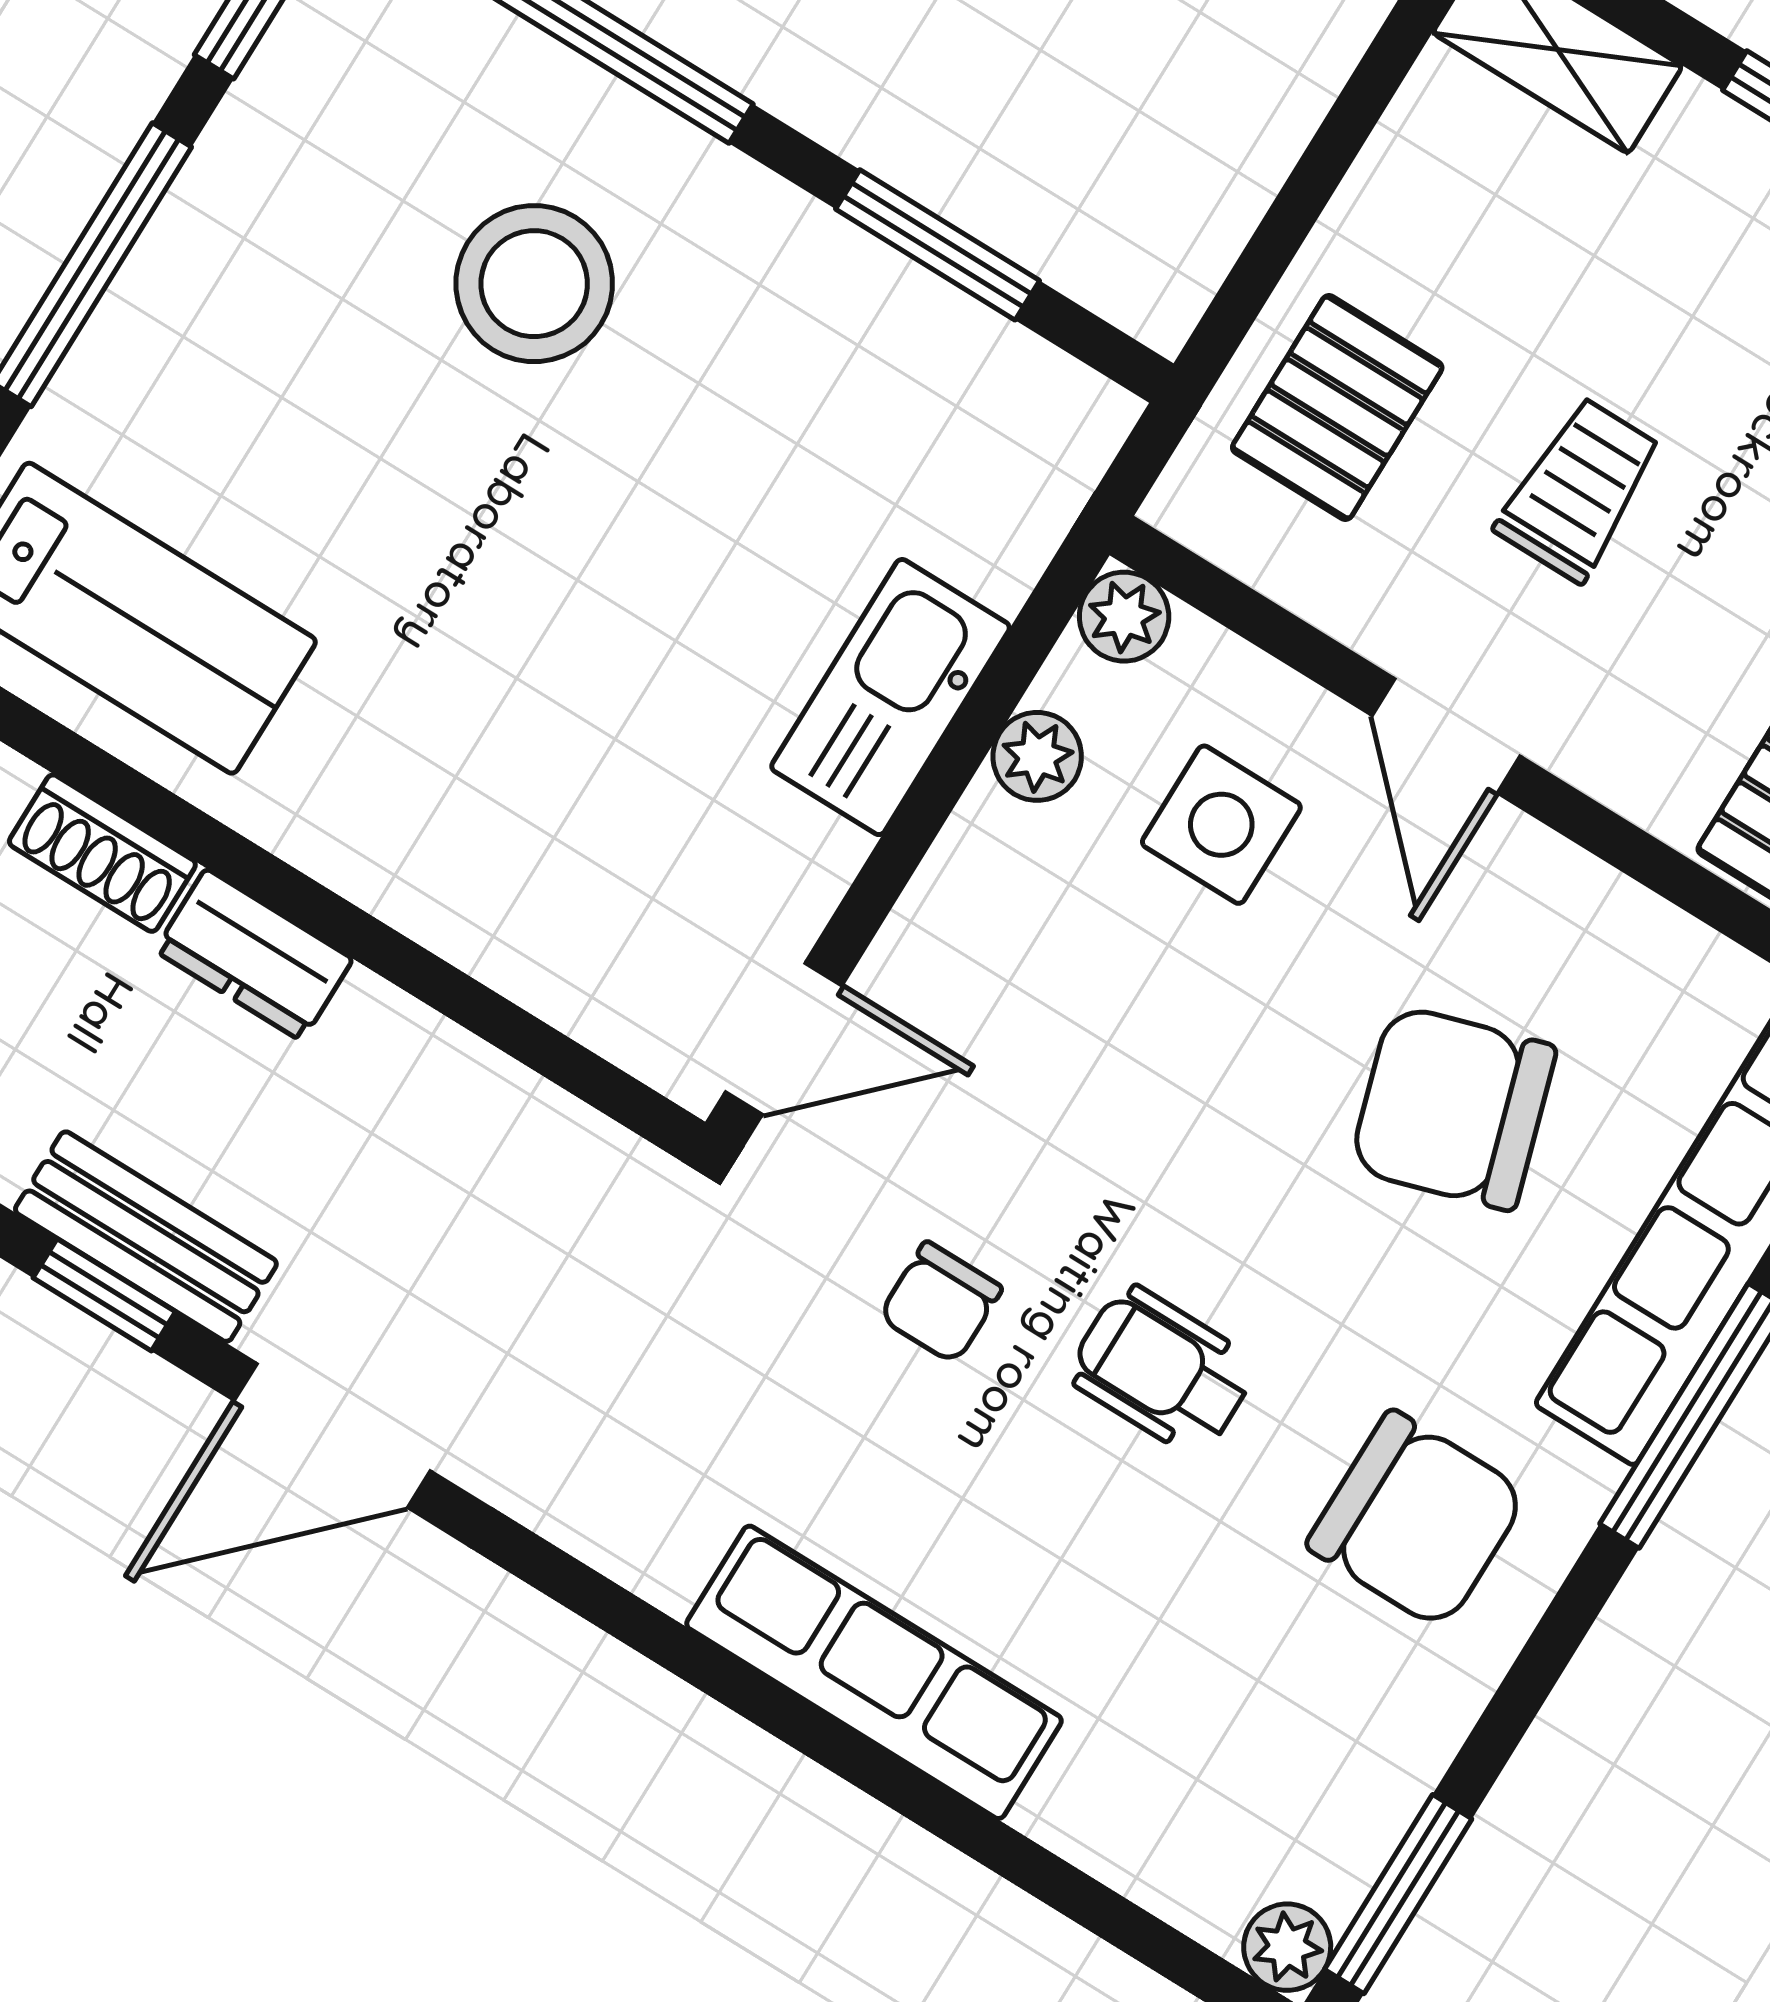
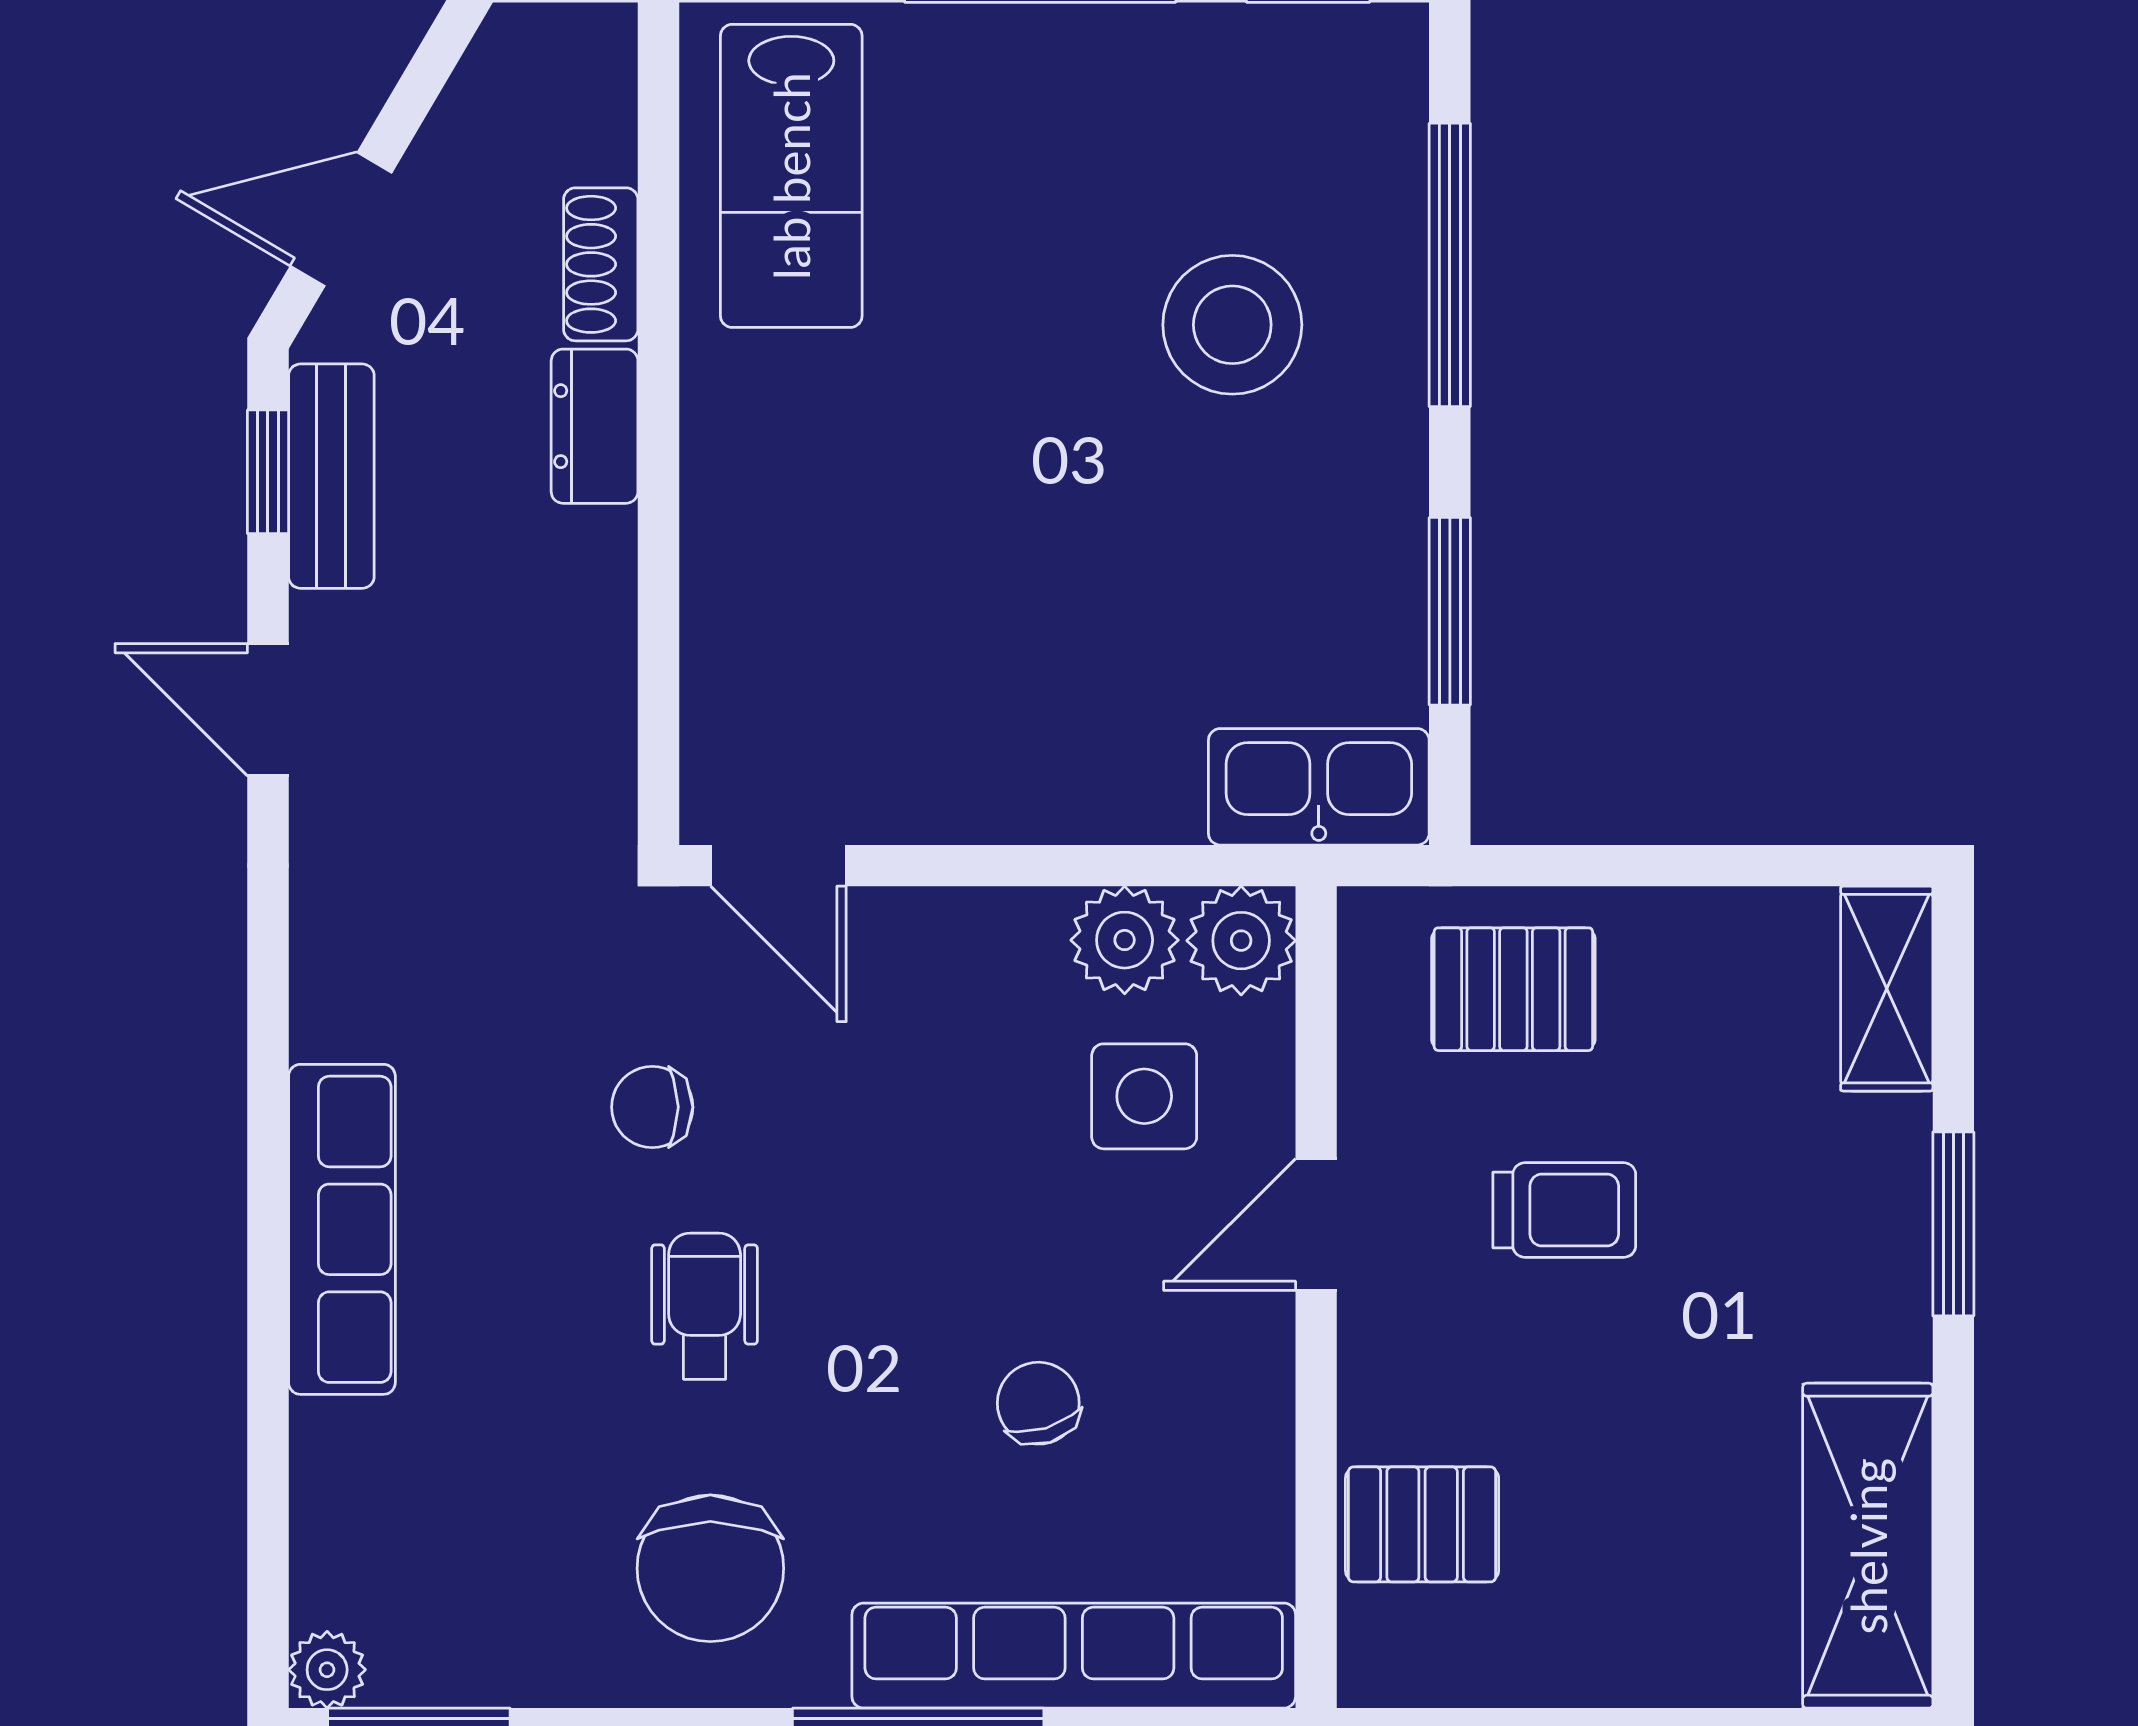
plant: (1124, 617) -> (1241, 941), width x1.38, depth x1.38
kitchen sink: (890, 697) -> (1319, 787), moved
plant: (1037, 756) -> (1125, 940), width x1.38, depth x1.38
chair: (1453, 1108) -> (1038, 1403), width x0.54, depth x0.54
door: (332, 1436) -> (268, 710), width x0.73

